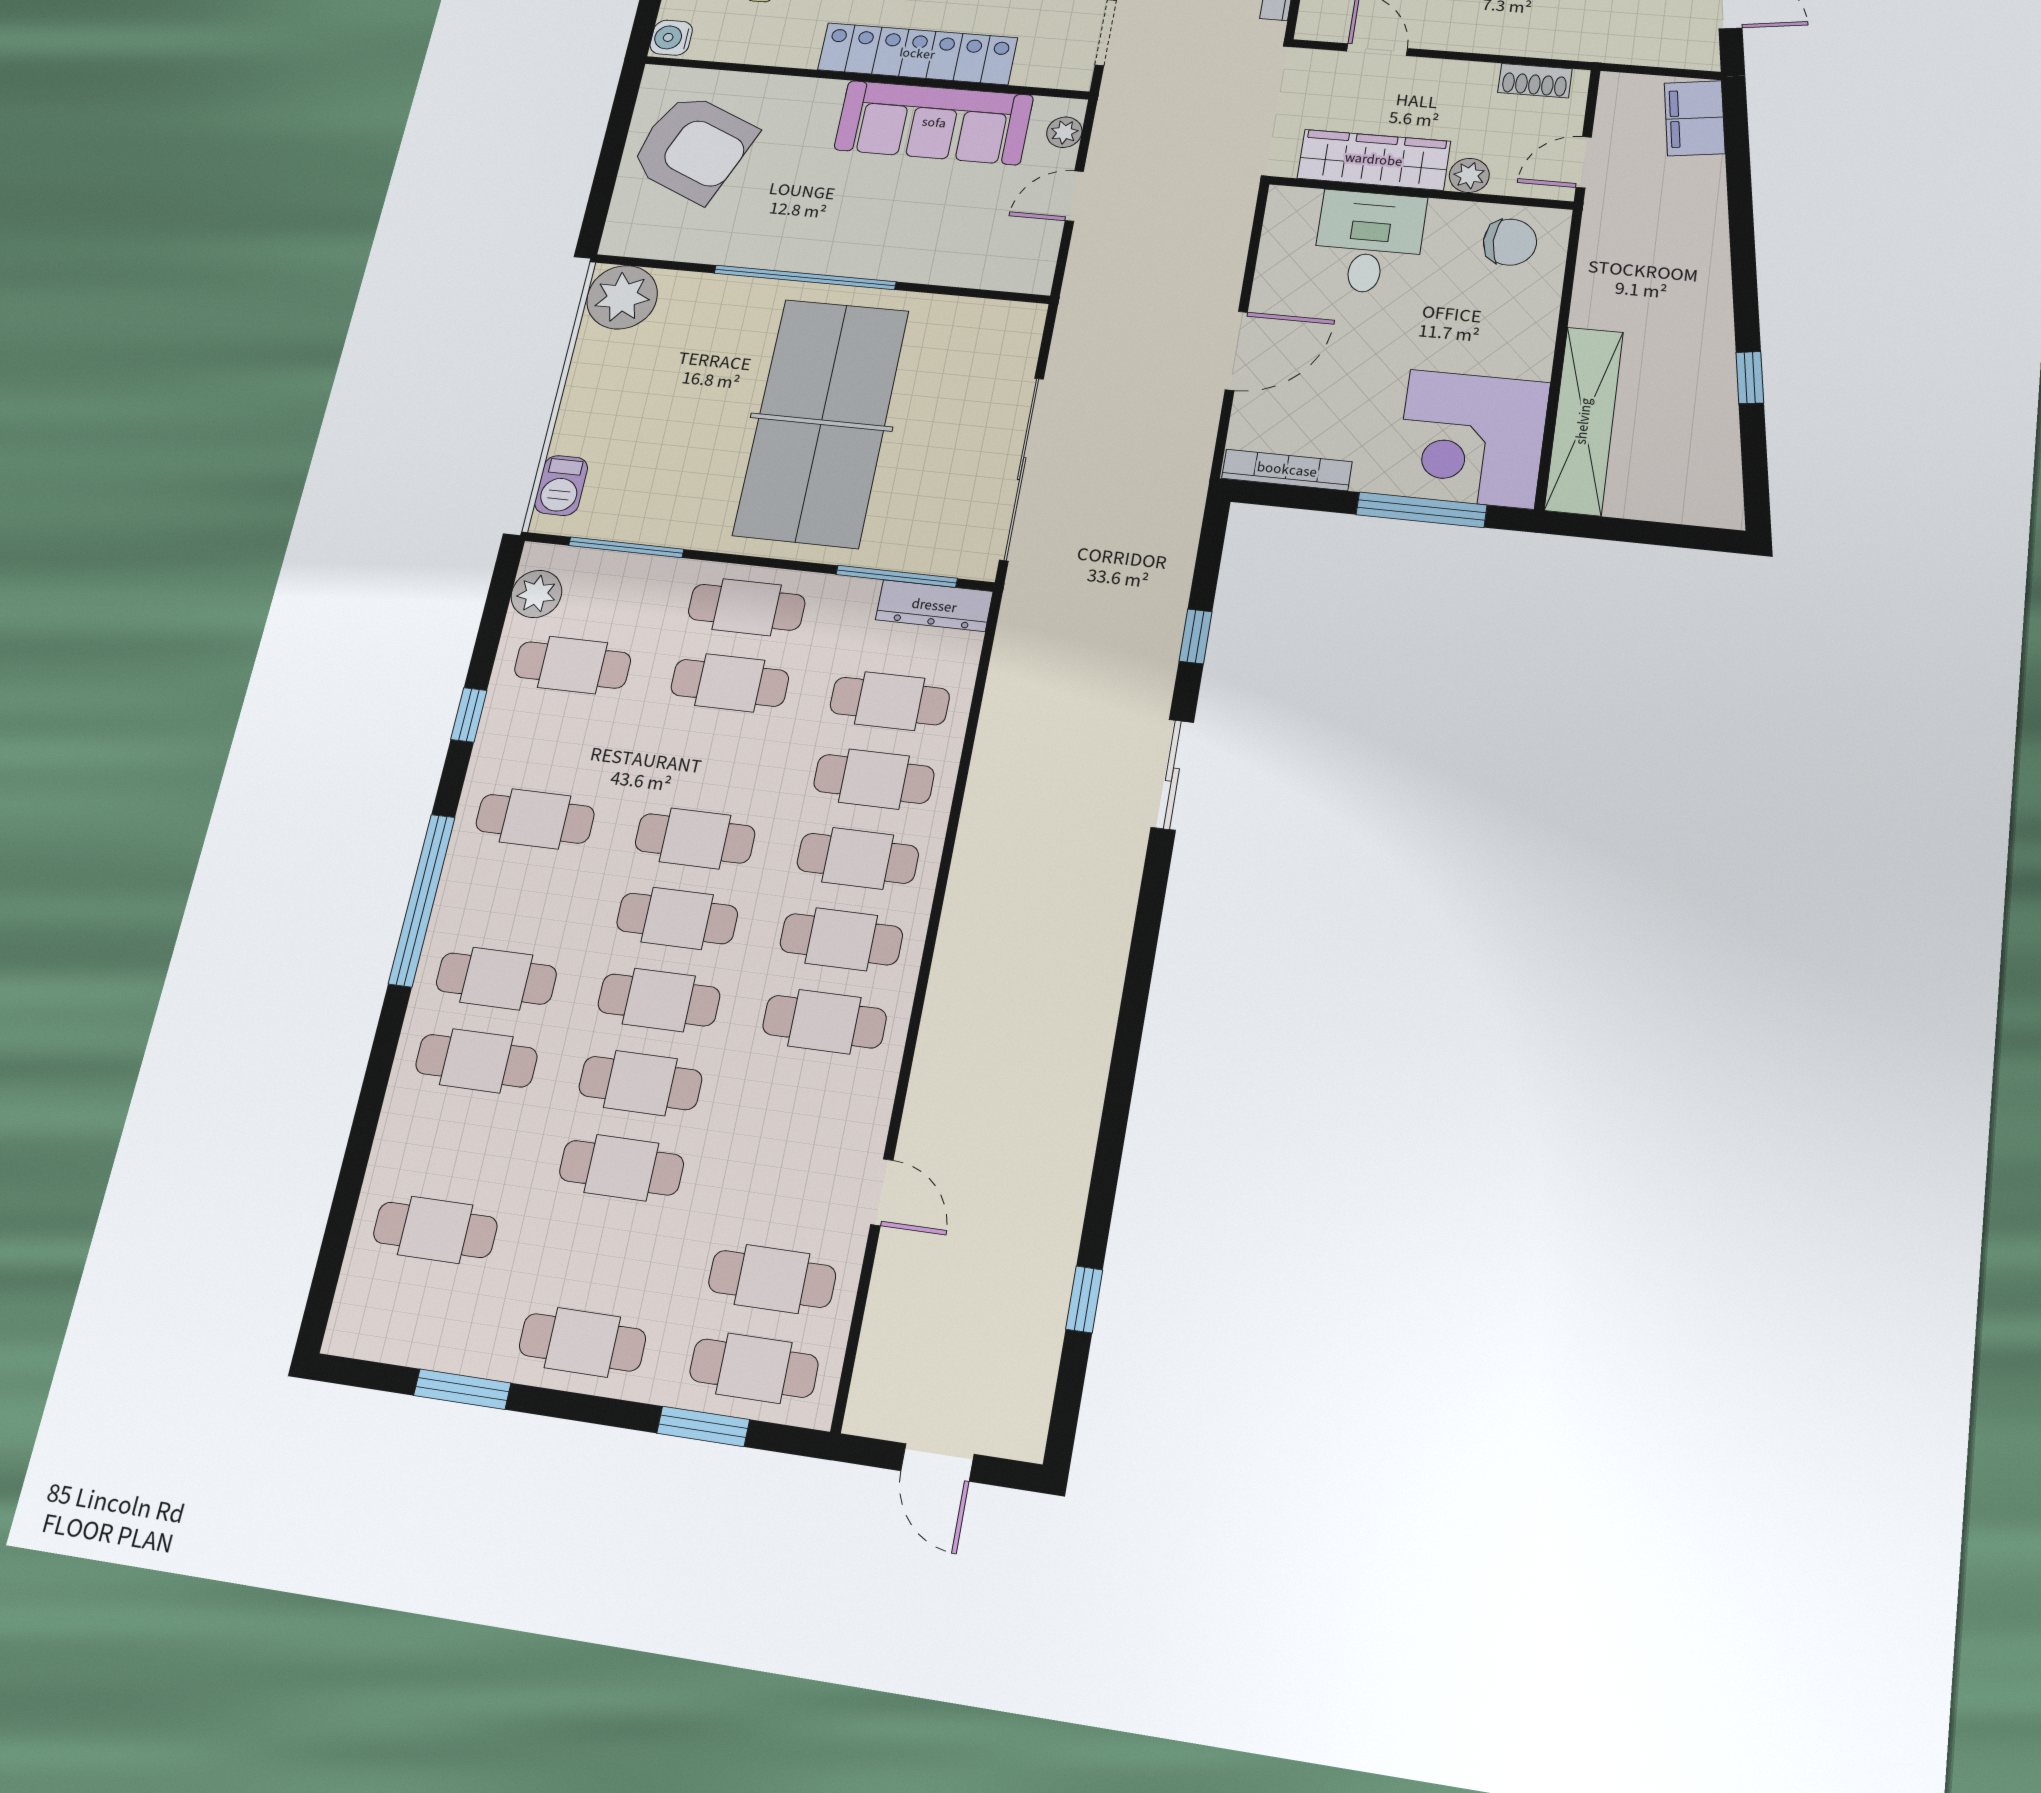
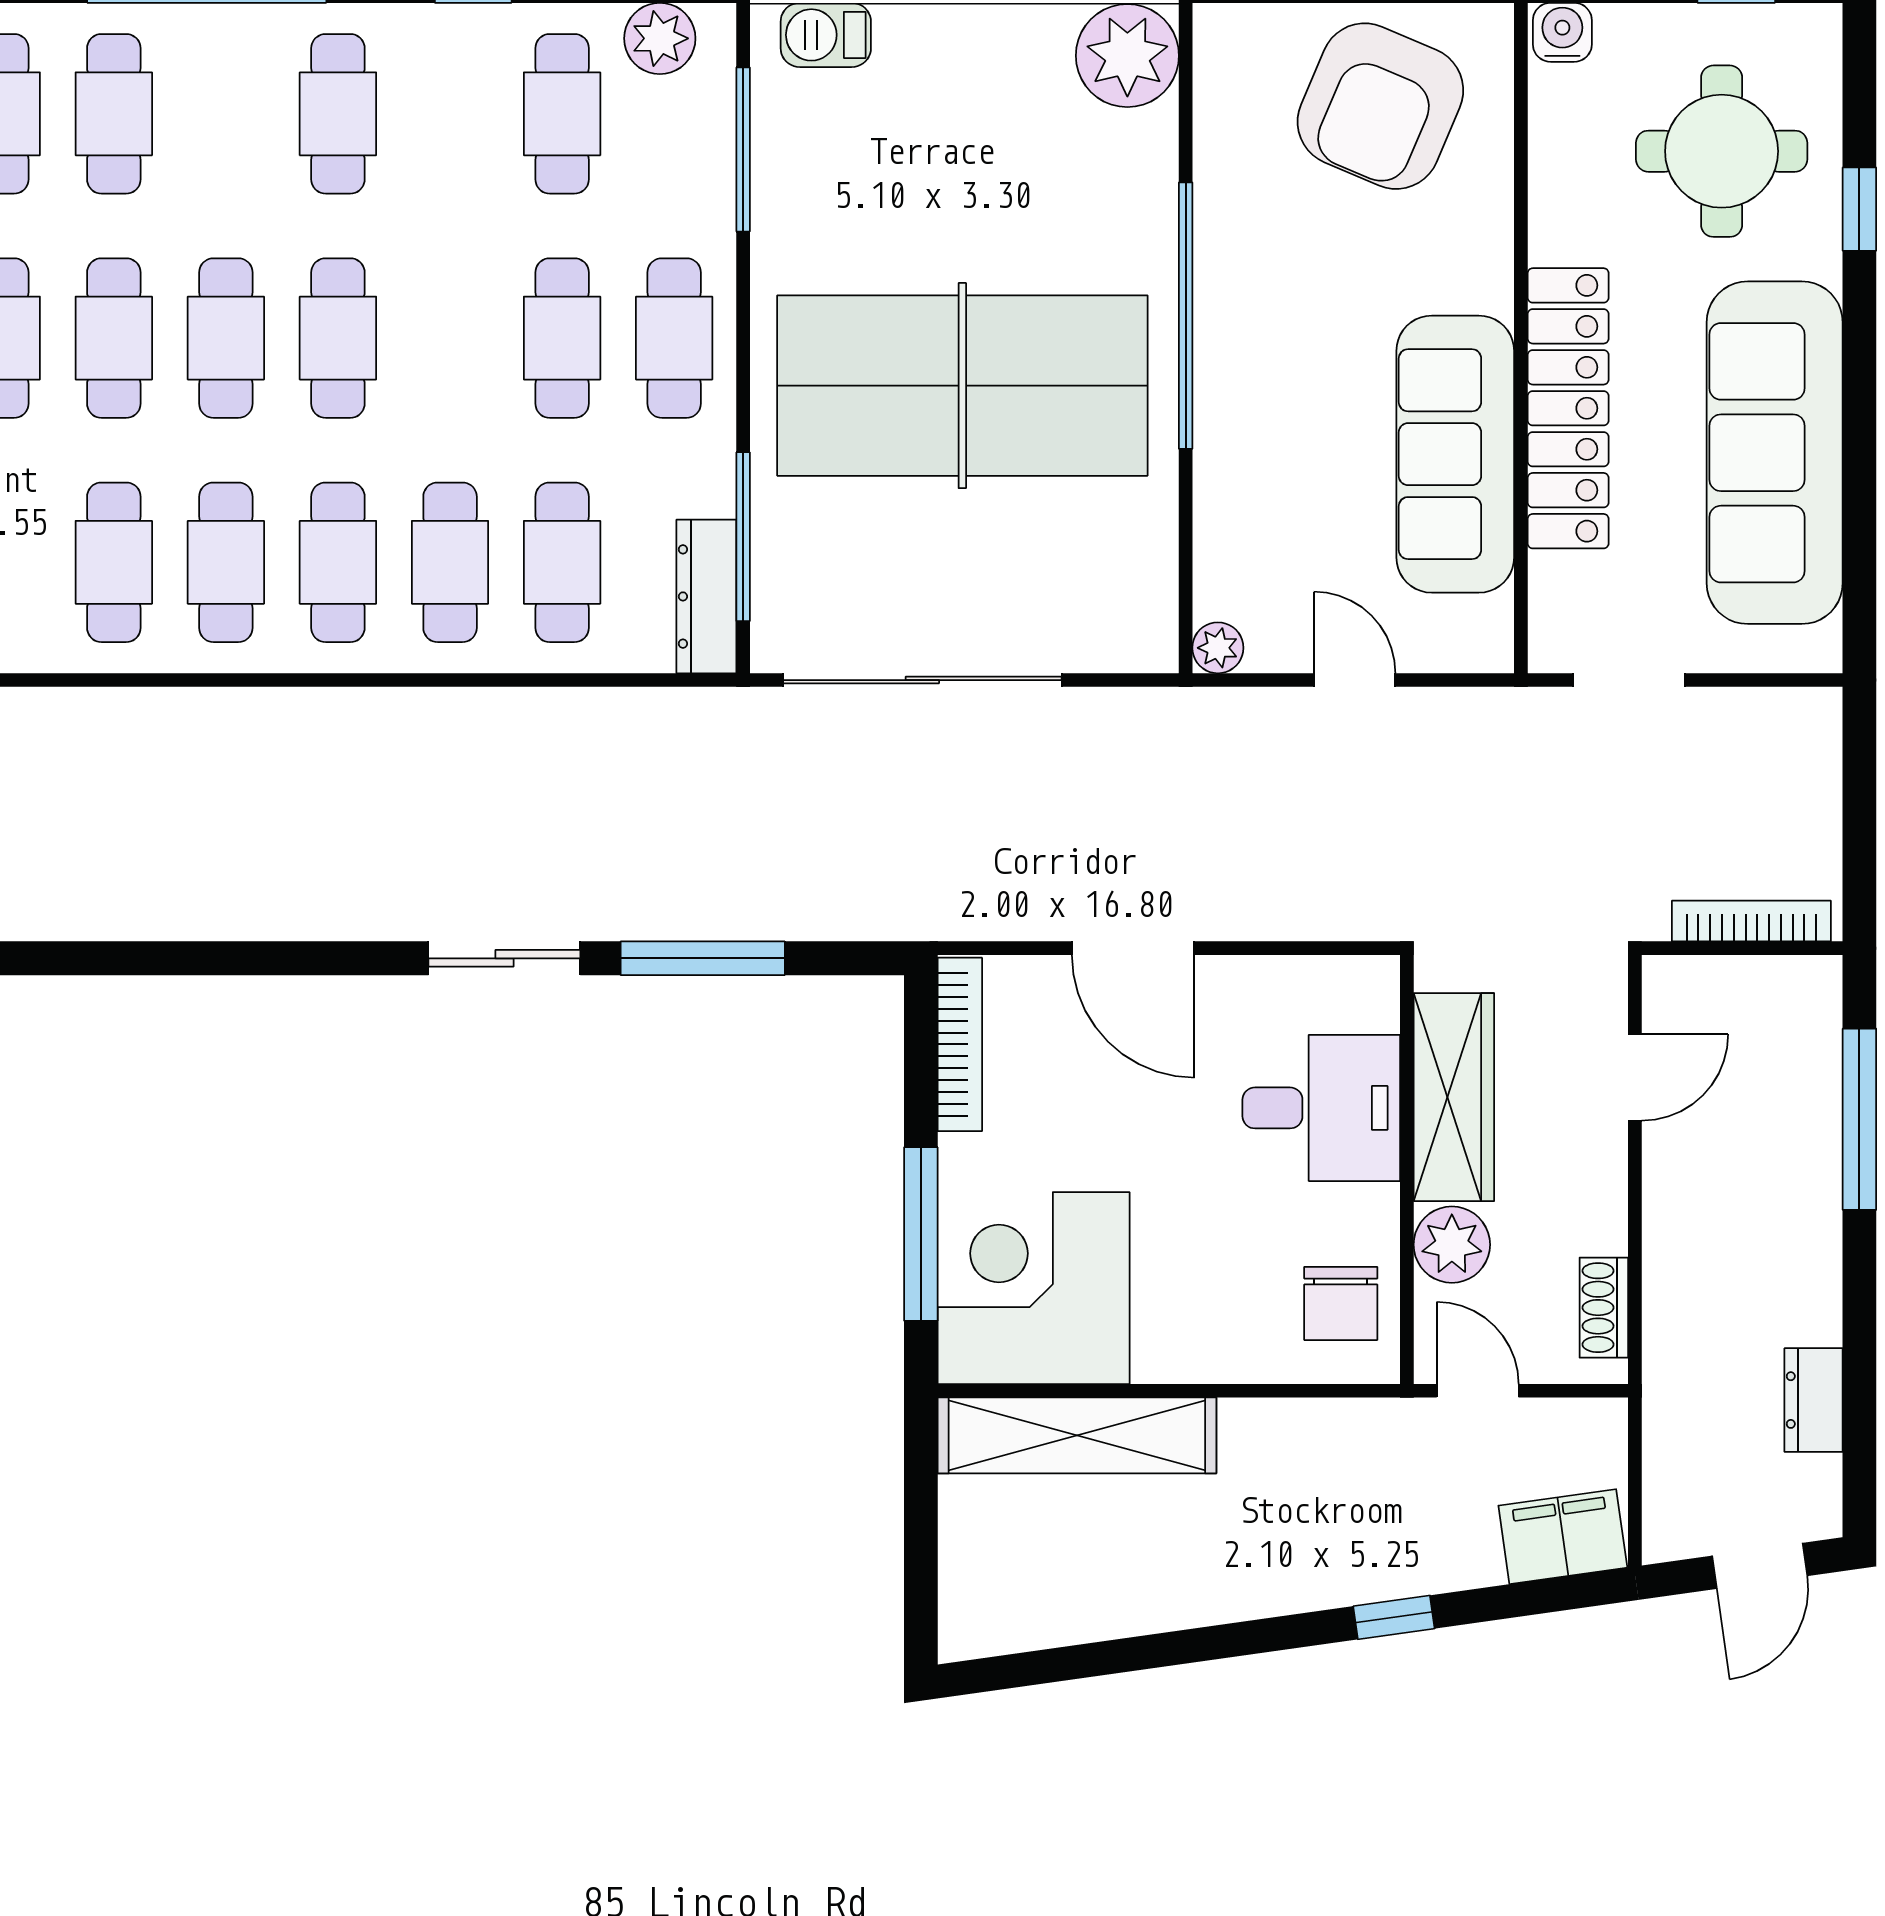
plant: (1064, 132) -> (1218, 648), moved
plant: (1469, 175) -> (1452, 1245), width x1.38, depth x1.38
window: (1750, 378) -> (1394, 1617), moved
window: (1196, 636) -> (703, 958), width x2.17

